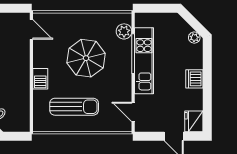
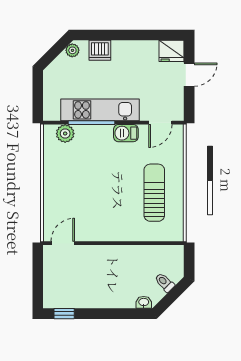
parasol: (86, 58) -> (97, 178), removed
barbecue: (40, 79) -> (126, 133), moved, turned 180
dishwasher: (194, 79) -> (100, 50), moved

